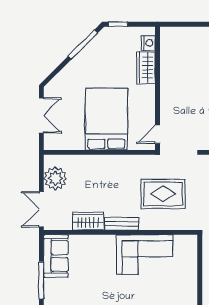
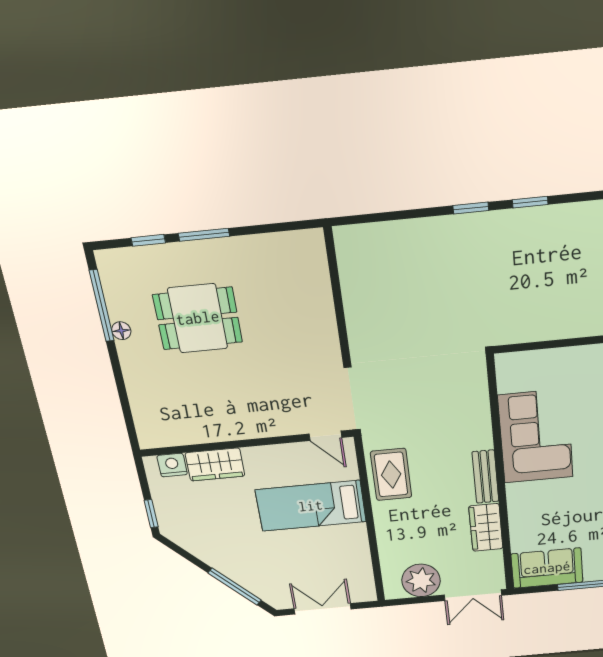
window: (83, 45) -> (235, 587), moved
bed: (106, 119) -> (311, 506), width x0.67
rug: (163, 194) -> (391, 474), moved, width x0.73, depth x0.70

